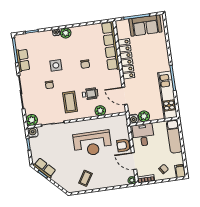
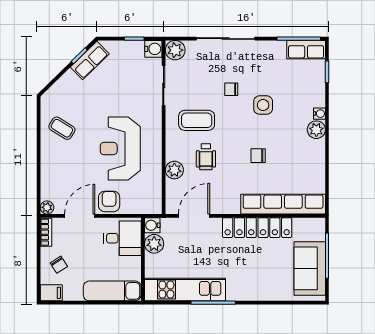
row of seats: (23, 60) -> (306, 50), moved

